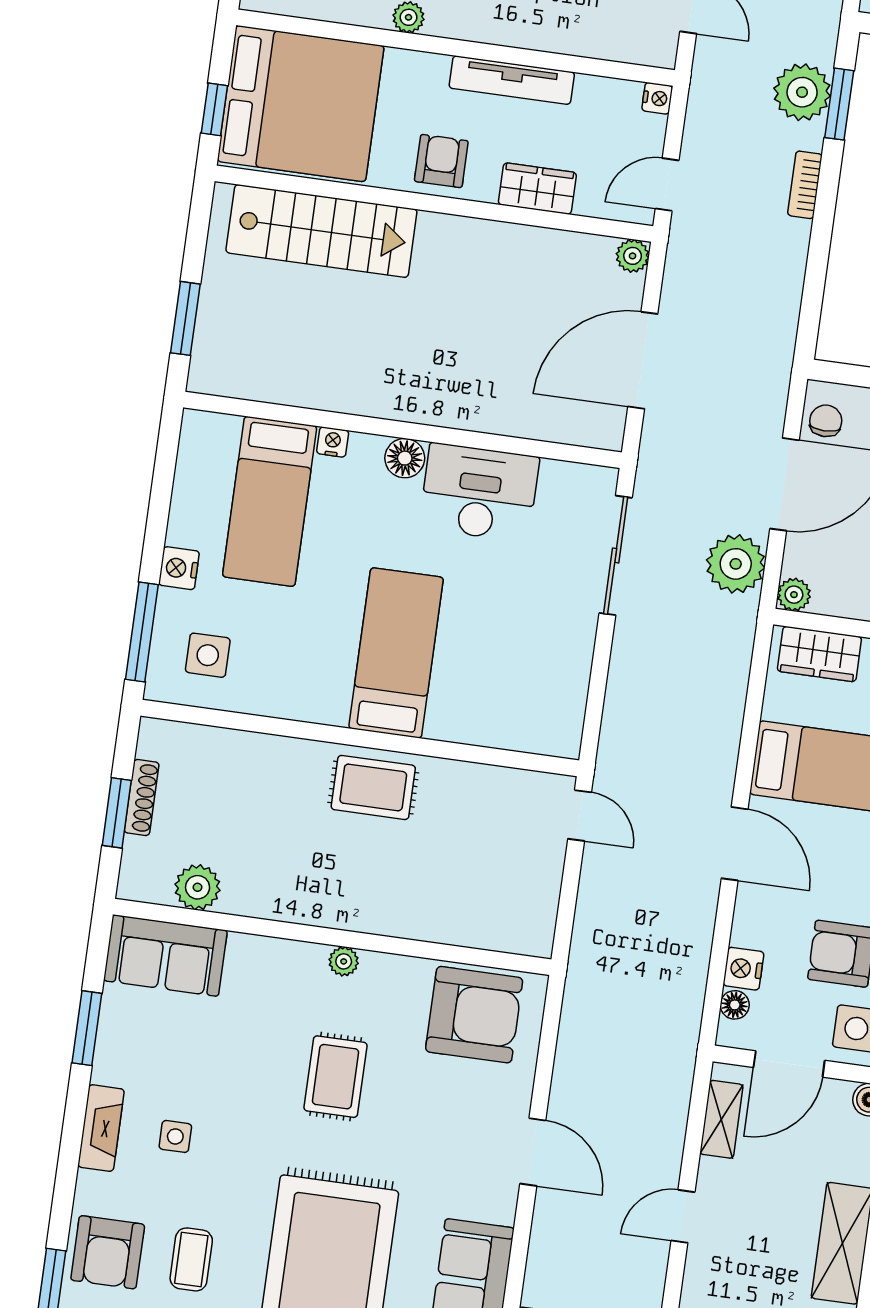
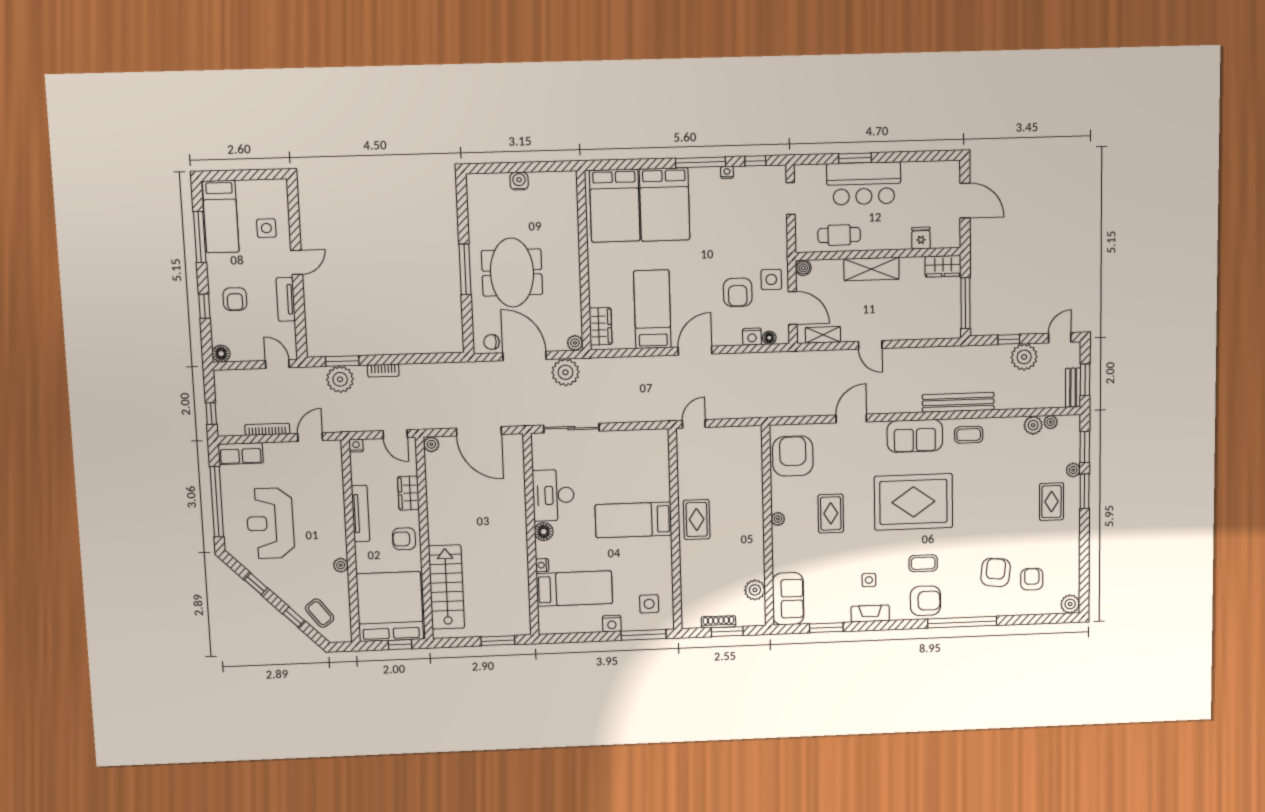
rug: (335, 1077) -> (831, 513), turned 90

